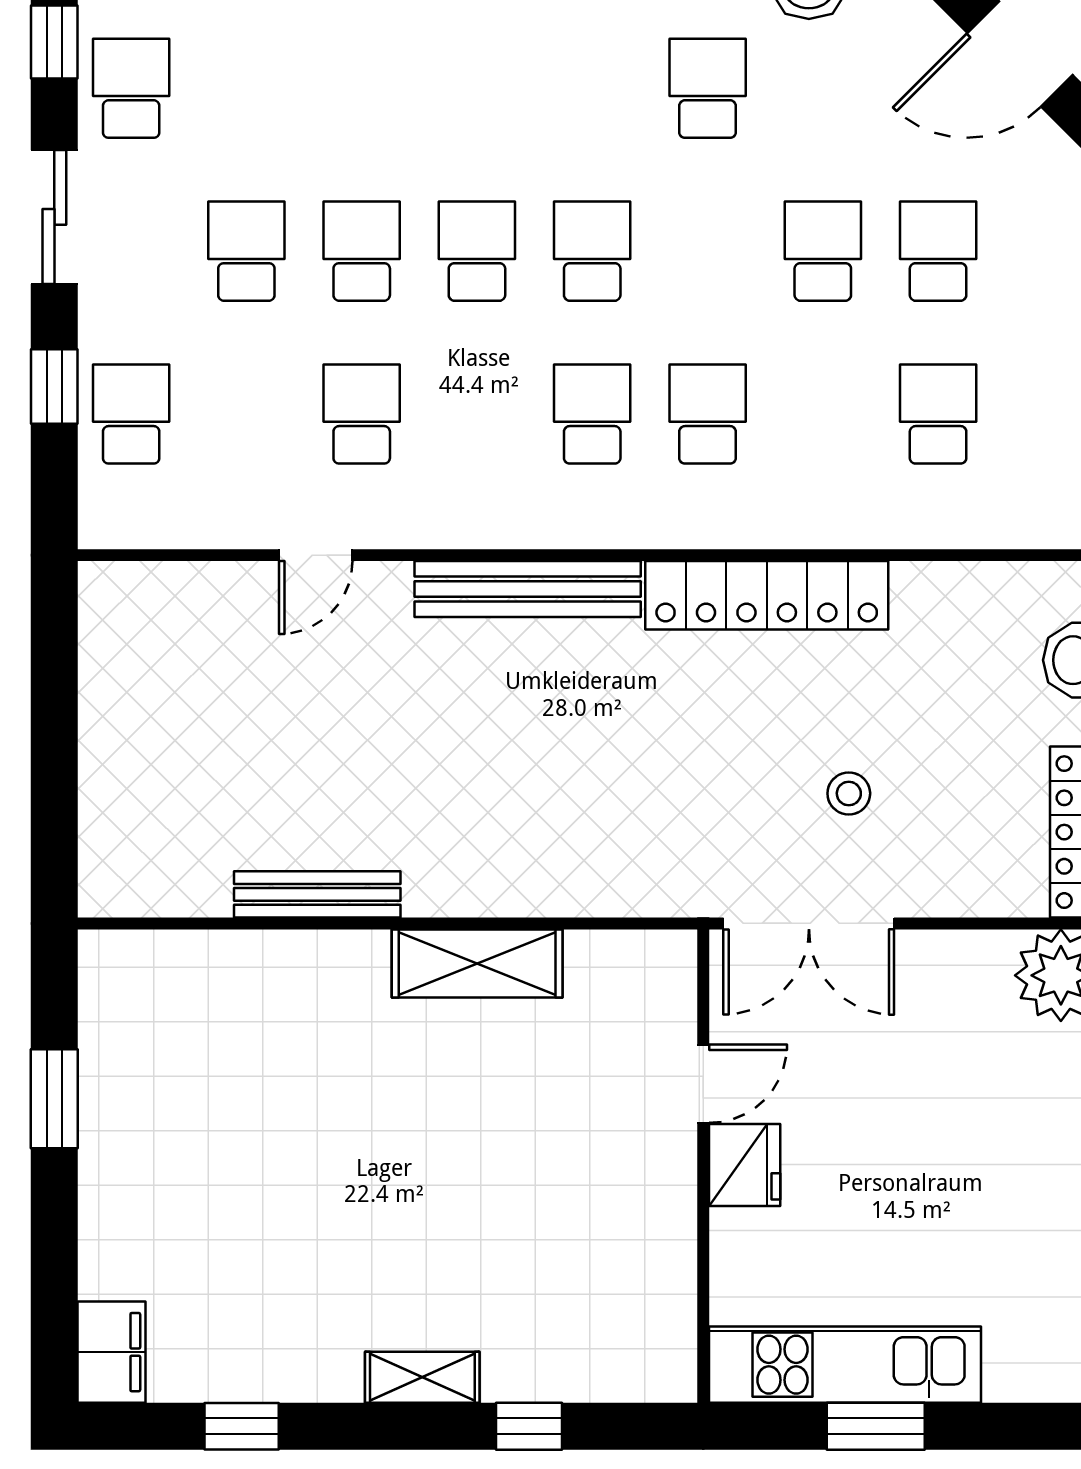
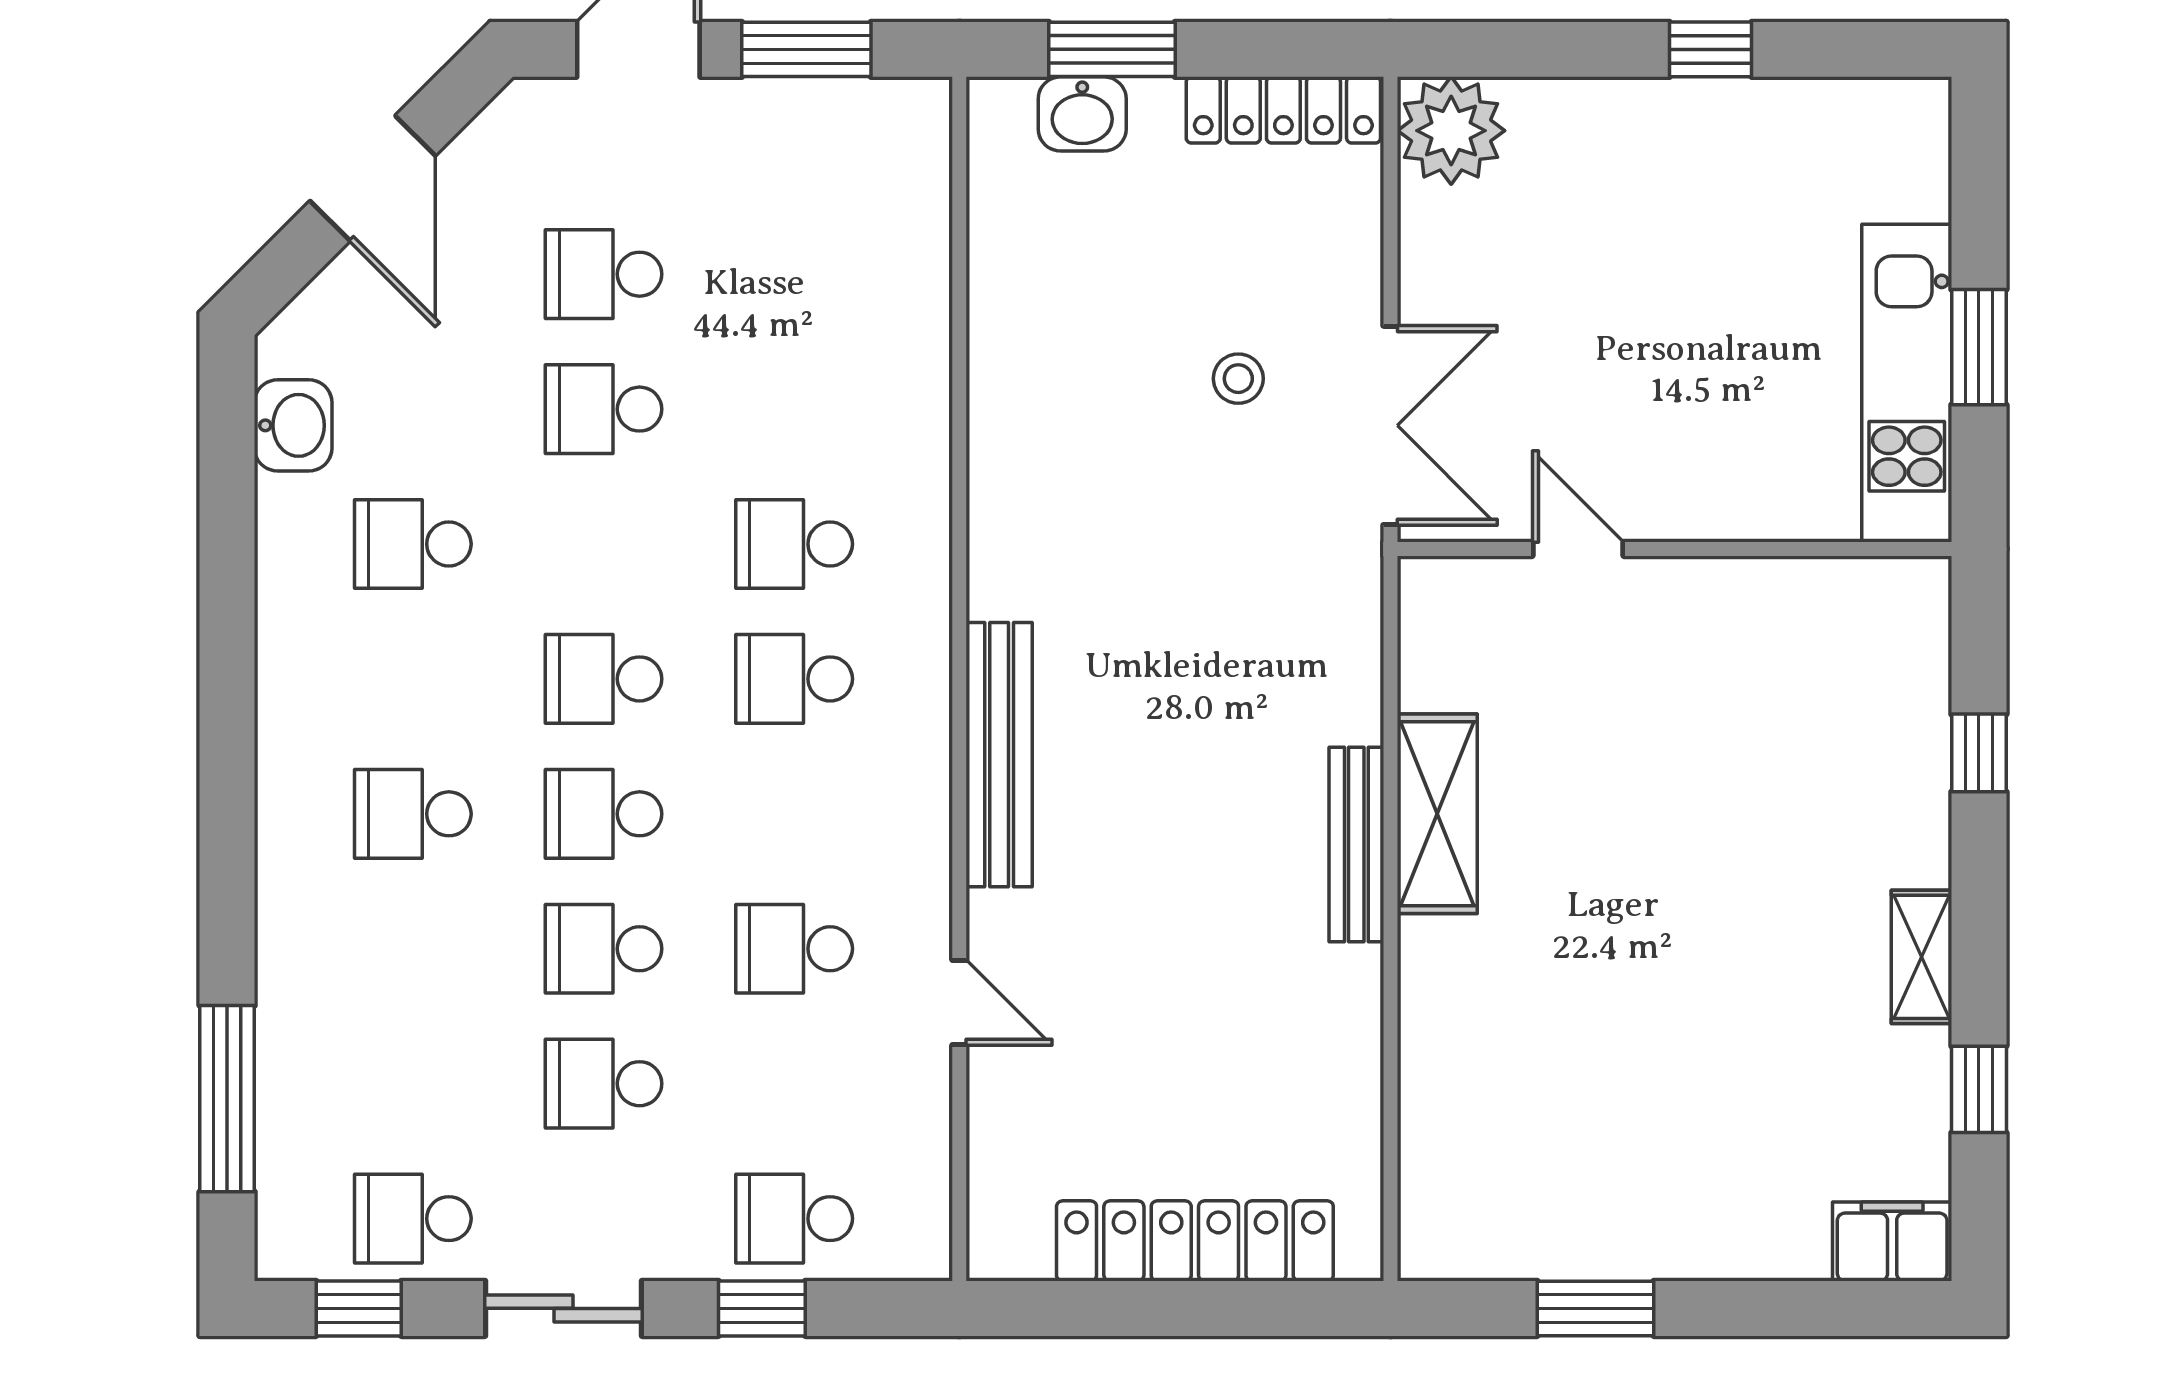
school desk: (938, 414) -> (413, 814), moved
locker: (767, 595) -> (1195, 1241), moved, turned -90
bench: (317, 894) -> (1356, 844), moved
fridge: (745, 1165) -> (1673, 501), removed
shelving: (422, 1377) -> (1921, 957), moved

